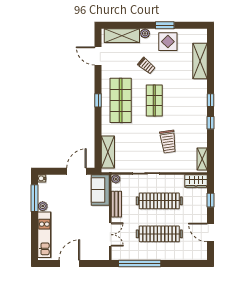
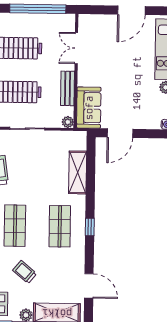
shop shelf: (121, 100) -> (60, 226), width x0.70, depth x0.74
shelving: (108, 152) -> (78, 172), moved

